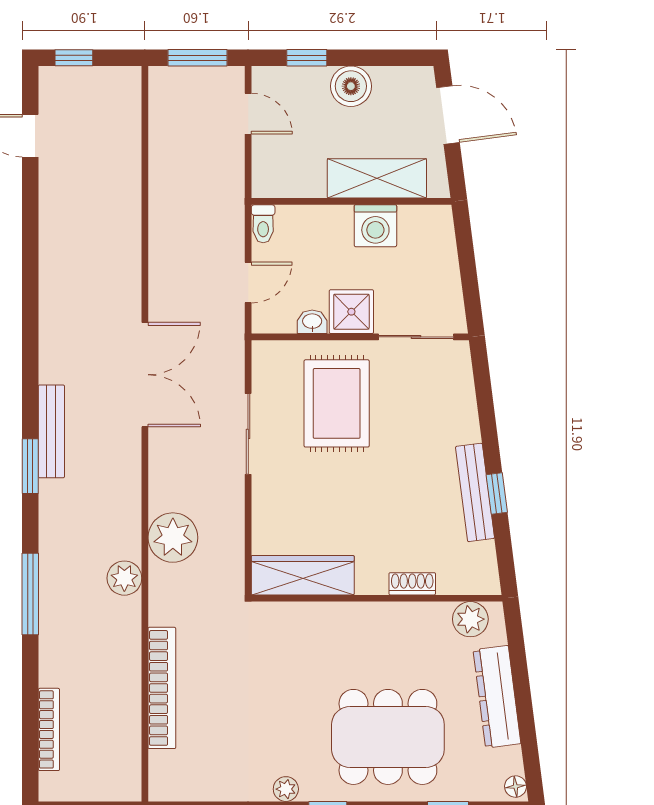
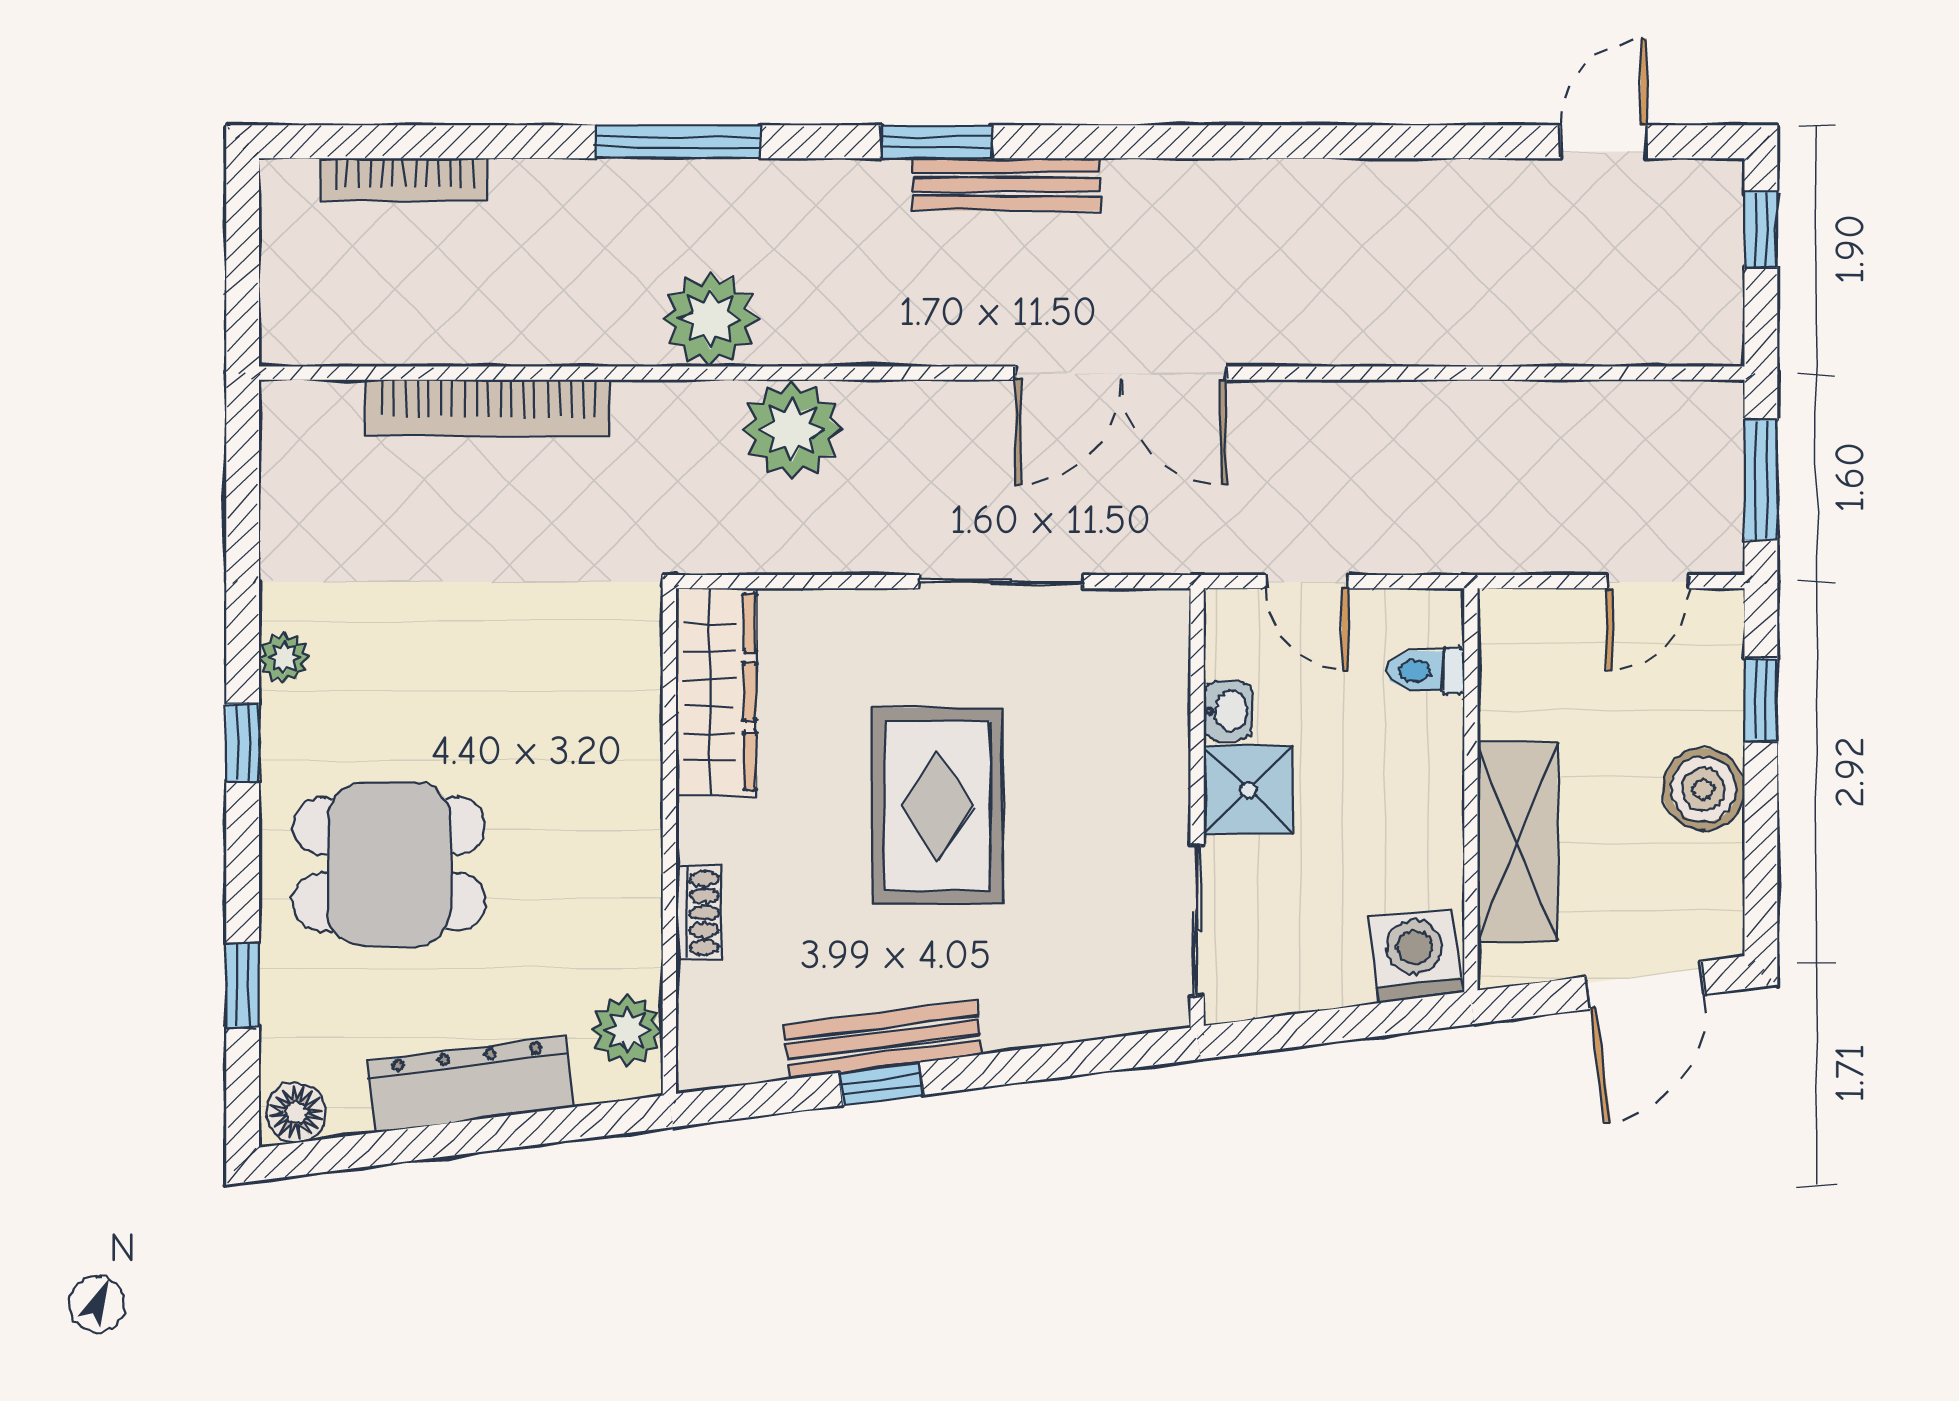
toilet: (263, 224) -> (1426, 671), moved
washing machine: (375, 226) -> (1415, 956), moved, turned 83
rug: (337, 403) -> (937, 806), moved, turned 90
plant: (124, 578) -> (710, 319), width x1.36, depth x1.36
dining table: (388, 737) -> (389, 864), width x0.73
floor lamp: (516, 787) -> (296, 1113), width x1.37, depth x1.37

